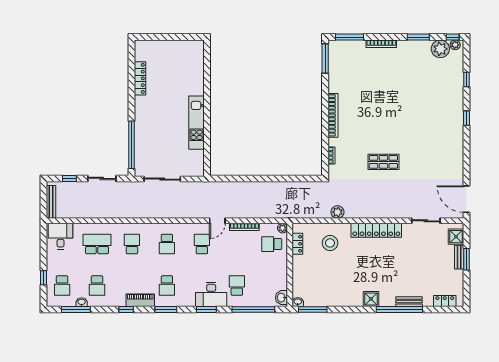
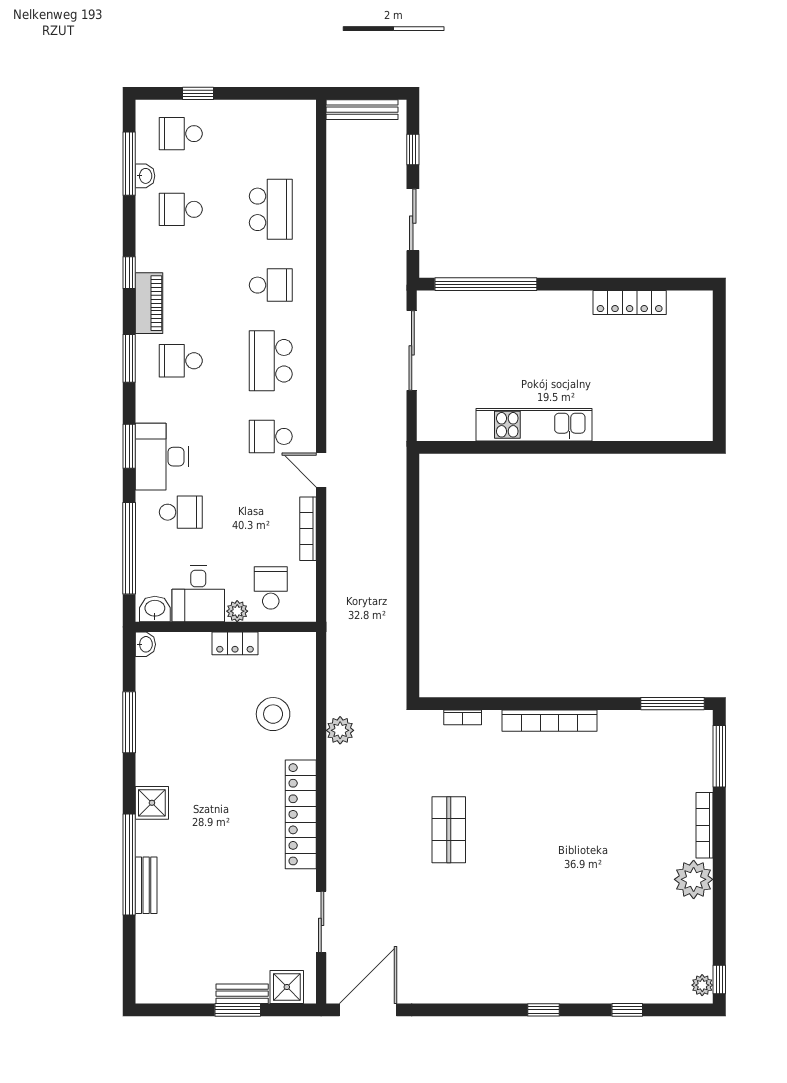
window: (418, 37) -> (719, 905), removed
plant: (440, 49) -> (694, 879), moved
plant: (283, 228) -> (237, 611), moved
desk: (61, 236) -> (198, 594), moved, turned 90
school desk: (167, 244) -> (271, 361), width x1.85
school desk: (202, 244) -> (271, 436), turned 180
locker: (297, 244) -> (235, 643), moved
locker: (445, 301) -> (148, 963), removed
window: (313, 309) -> (129, 722), moved

